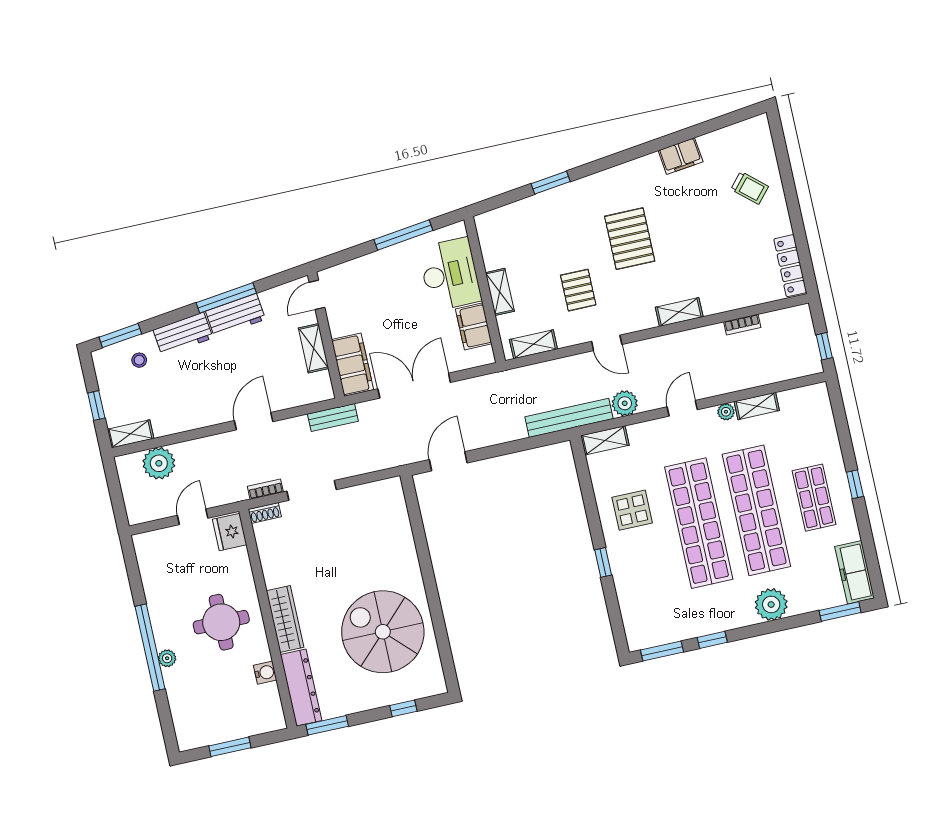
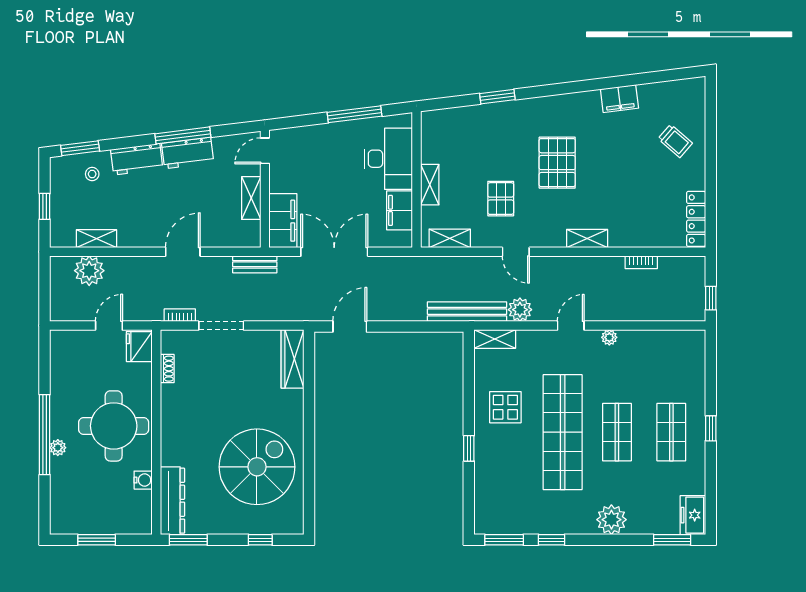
shelving: (757, 406) -> (638, 338), removed
shelving: (131, 434) -> (97, 239), moved
shop shelf: (756, 510) -> (617, 432), width x0.50, depth x0.74
shoe rack: (265, 513) -> (167, 369), moved, turned -90
freezer: (855, 572) -> (693, 515), width x0.71
wardrobe: (285, 619) -> (293, 359), moved, turned 180
round table: (221, 622) -> (114, 426), width x1.36, depth x1.36
spiral stairs: (383, 632) -> (257, 467), turned 90

